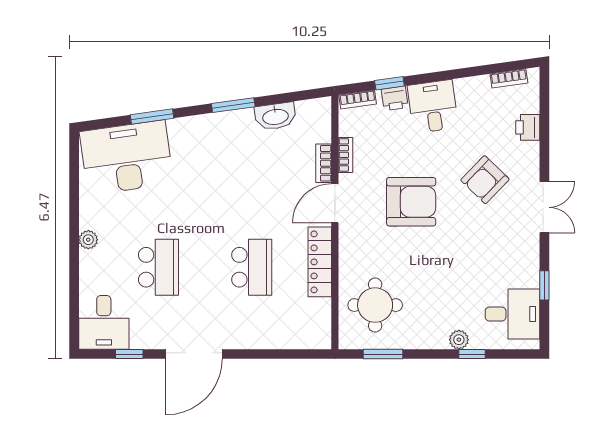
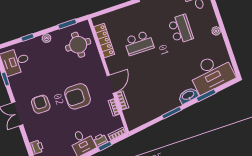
washbasin: (275, 116) -> (188, 96), moved
armchair: (485, 180) -> (41, 104), moved, turned -44
locker: (320, 262) -> (104, 41), moved
school desk: (158, 267) -> (181, 29), turned 180
school desk: (252, 267) -> (139, 43), turned -90
plant: (459, 340) -> (47, 38), moved

